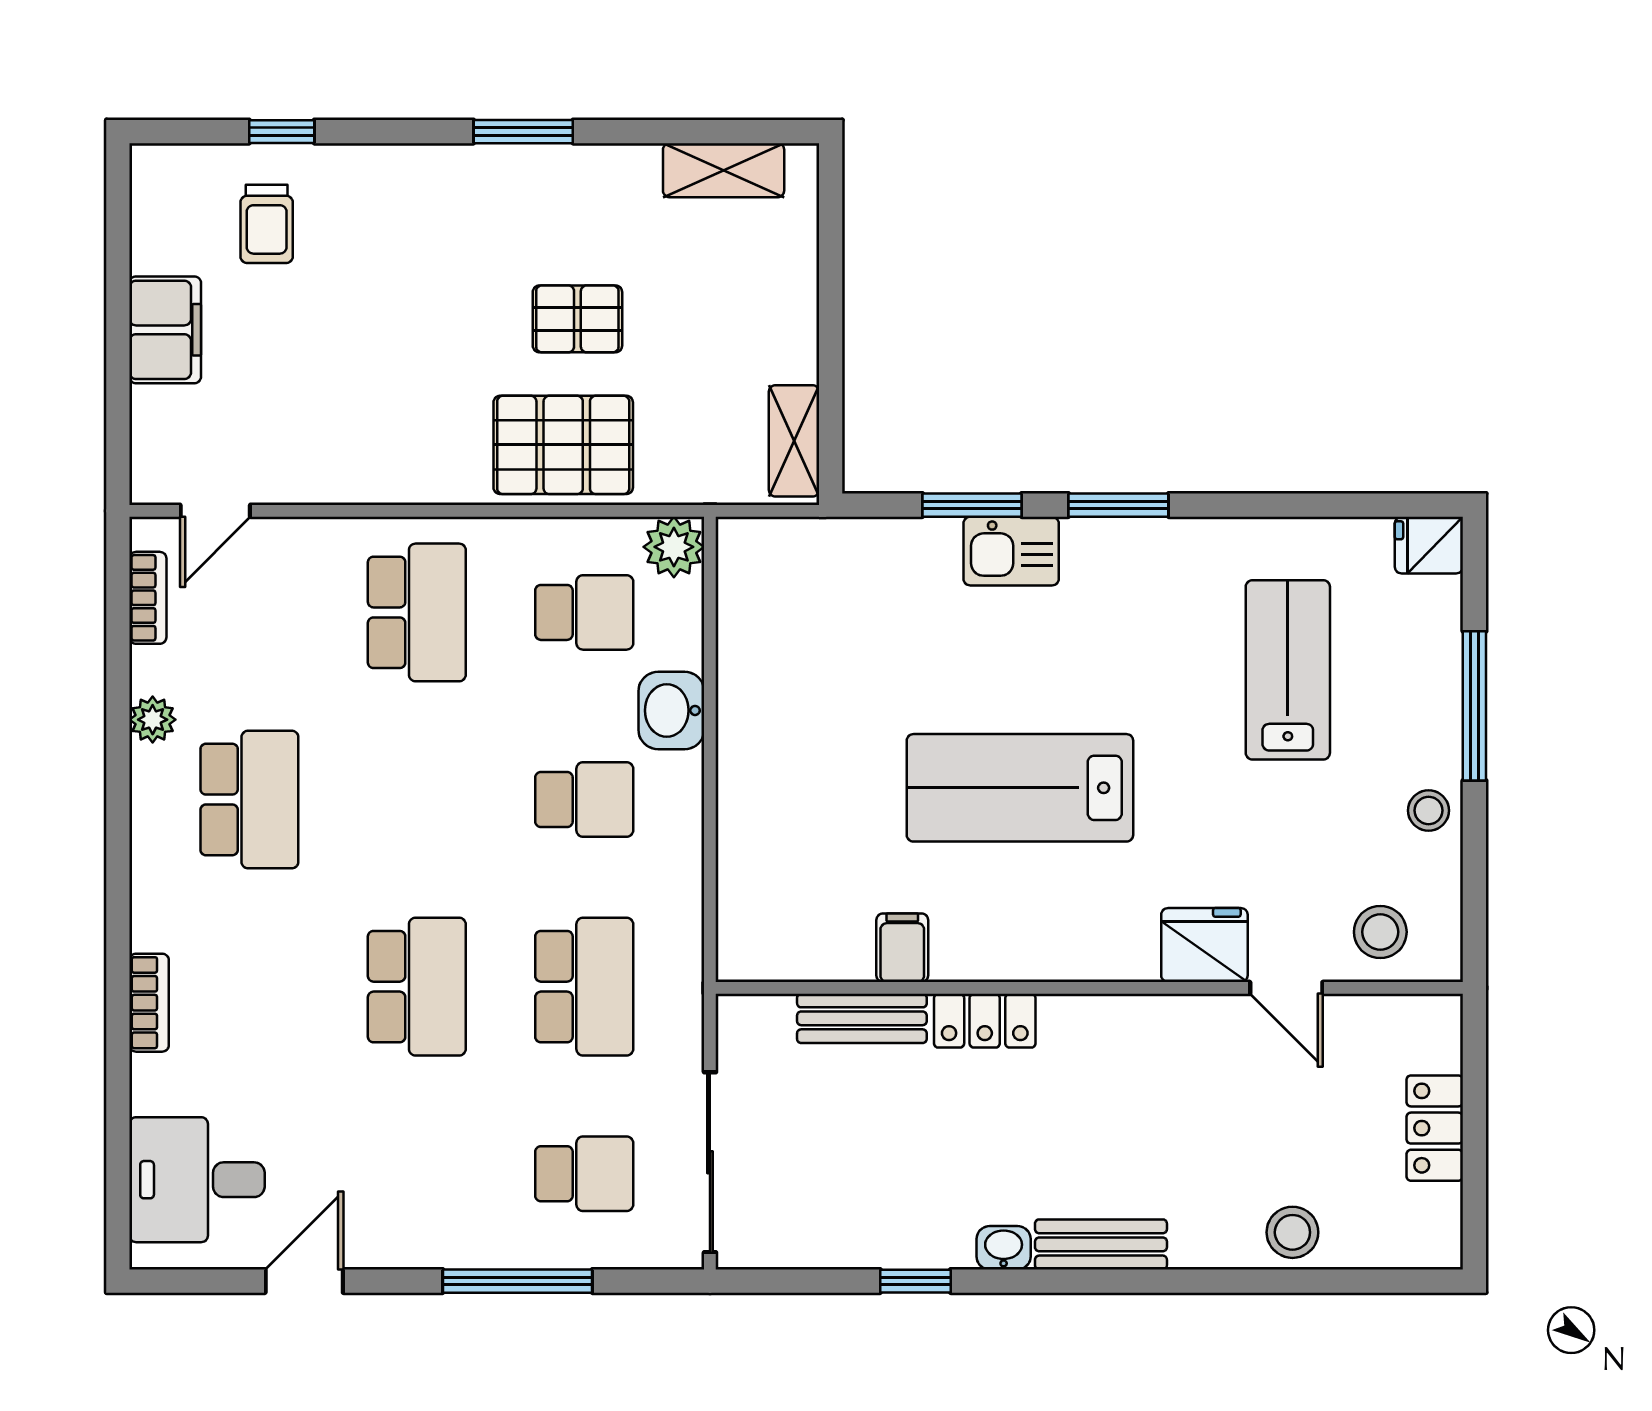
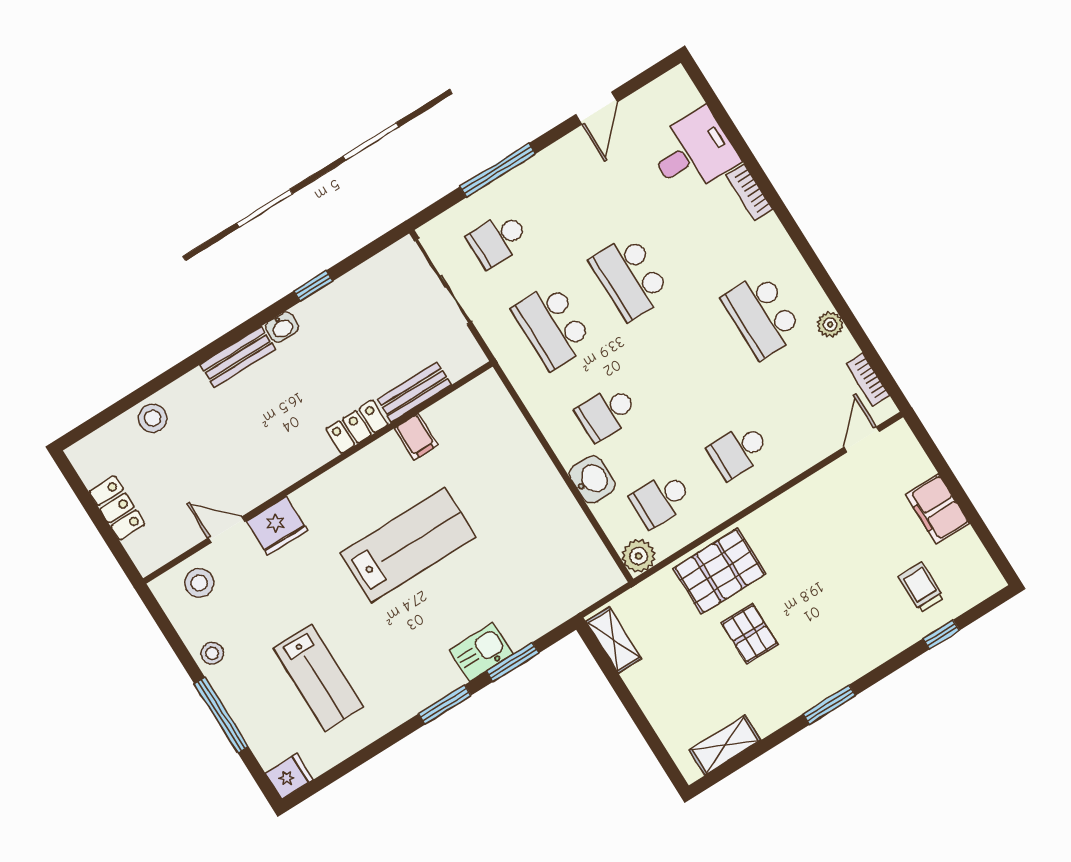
pallet: (577, 319) -> (750, 634), turned 90
school desk: (417, 612) -> (739, 451), width x0.54
desk: (197, 1180) -> (693, 152), moved

